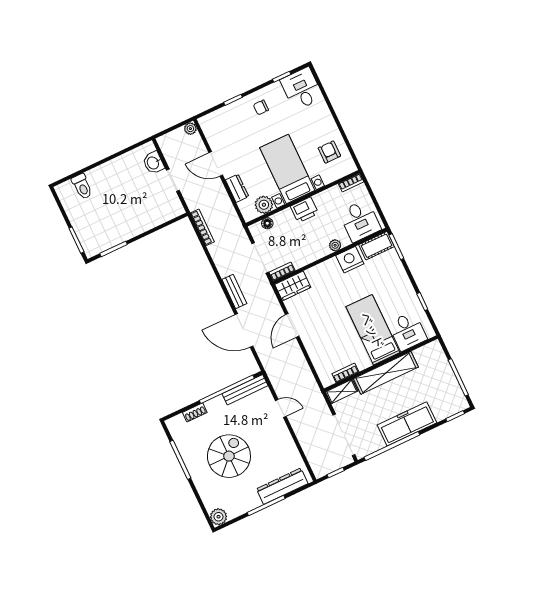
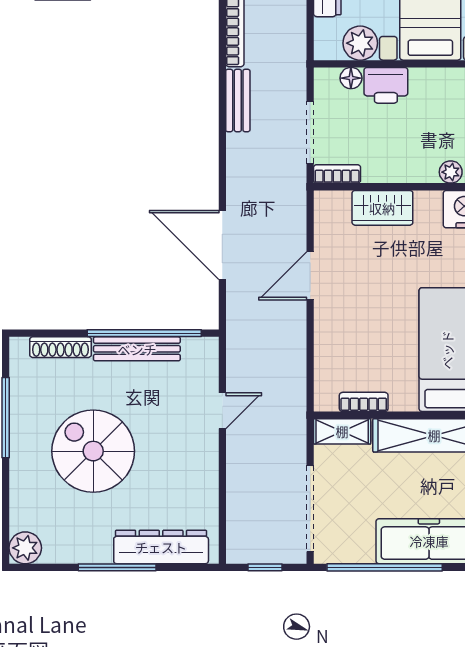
printer: (304, 210) -> (386, 85), moved
wardrobe: (293, 286) -> (382, 208), moved
bench: (234, 291) -> (238, 100), moved
bench: (245, 390) -> (137, 349), moved
door: (281, 408) -> (222, 411), hinge flipped
shoe rack: (195, 412) -> (61, 347), width x1.43
spiral stairs: (229, 456) -> (93, 451), turned -90

